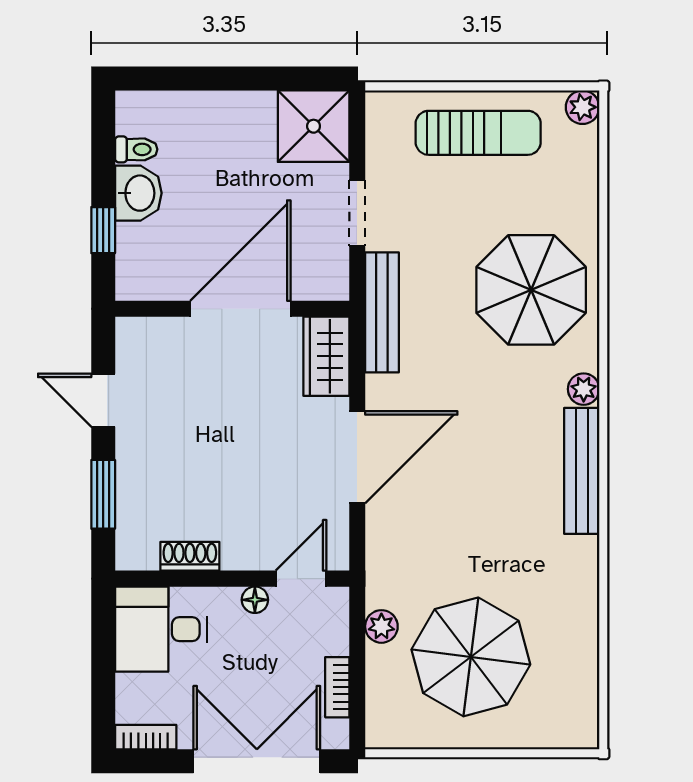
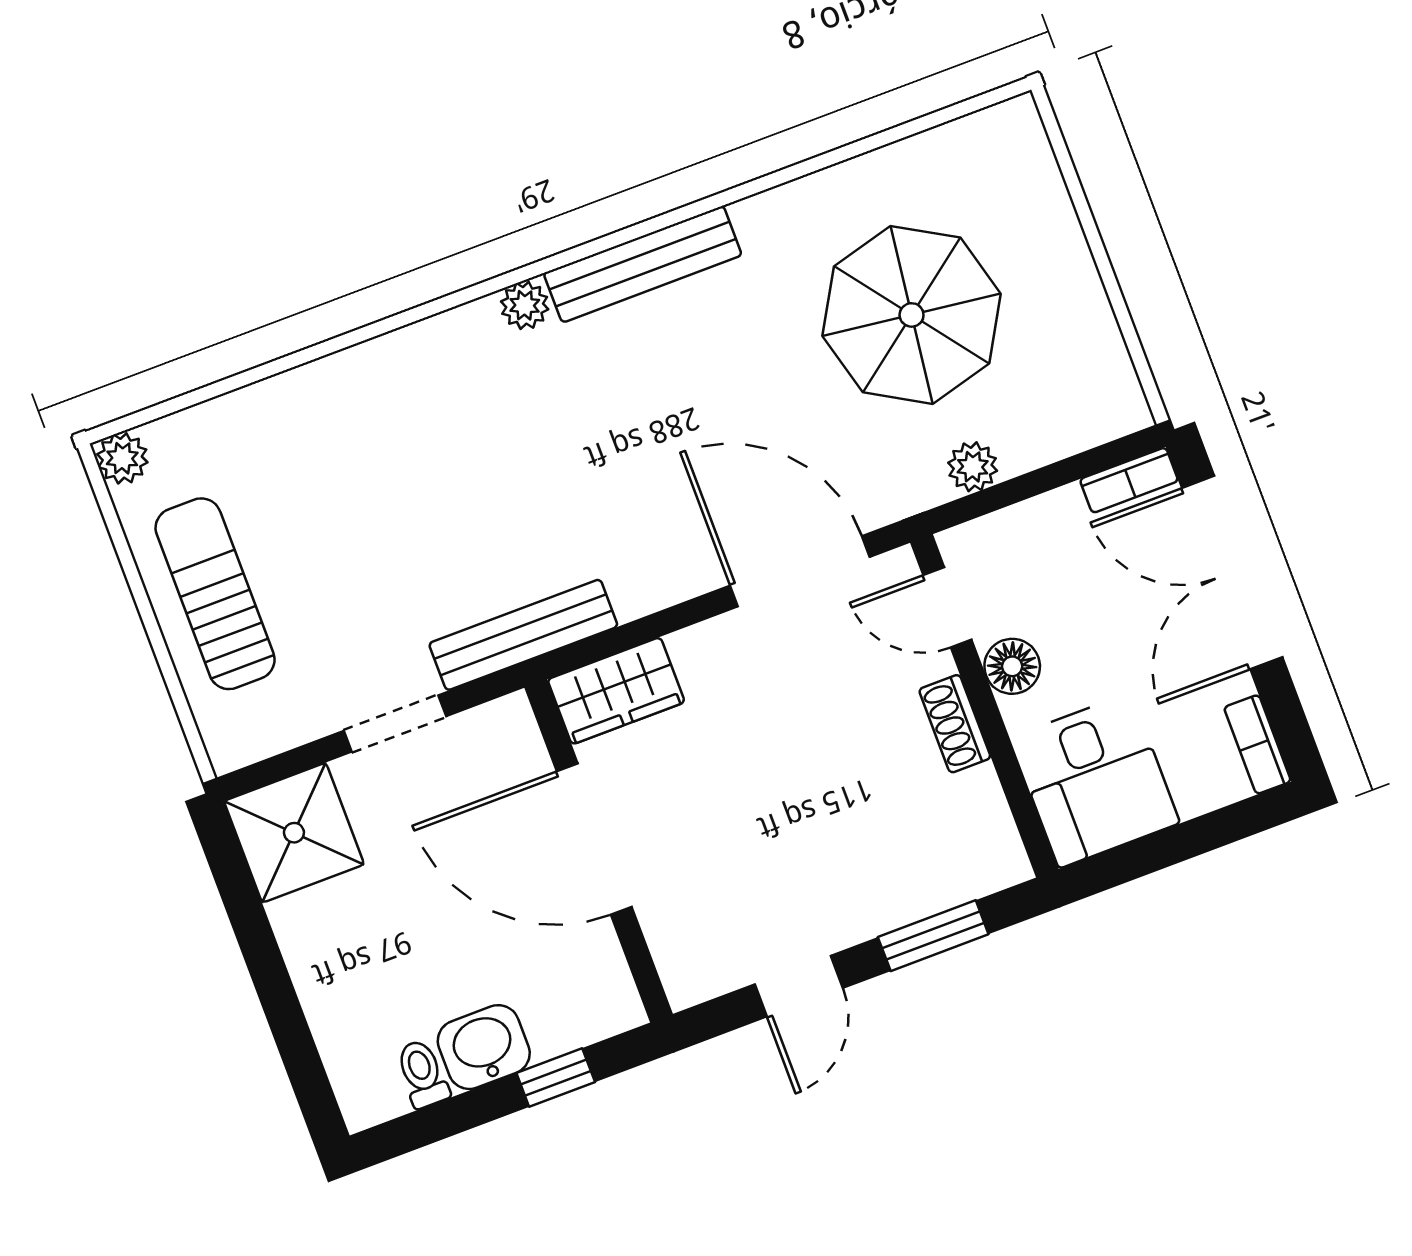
parasol: (531, 290) -> (411, 434), removed
door: (357, 457) -> (800, 571), moved
shoe rack: (190, 556) -> (955, 724), moved
floor lamp: (255, 600) -> (1012, 666), width x1.37, depth x1.37
parasol: (471, 657) -> (912, 315), moved
bookcase: (337, 687) -> (1129, 480), moved

